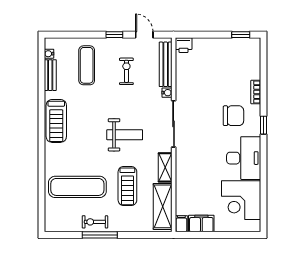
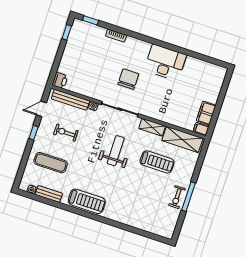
chair: (233, 116) -> (128, 79), moved
window: (263, 125) -> (91, 20), moved
exercise mat: (77, 187) -> (145, 202), removed
corner desk: (241, 200) -> (198, 76), removed

